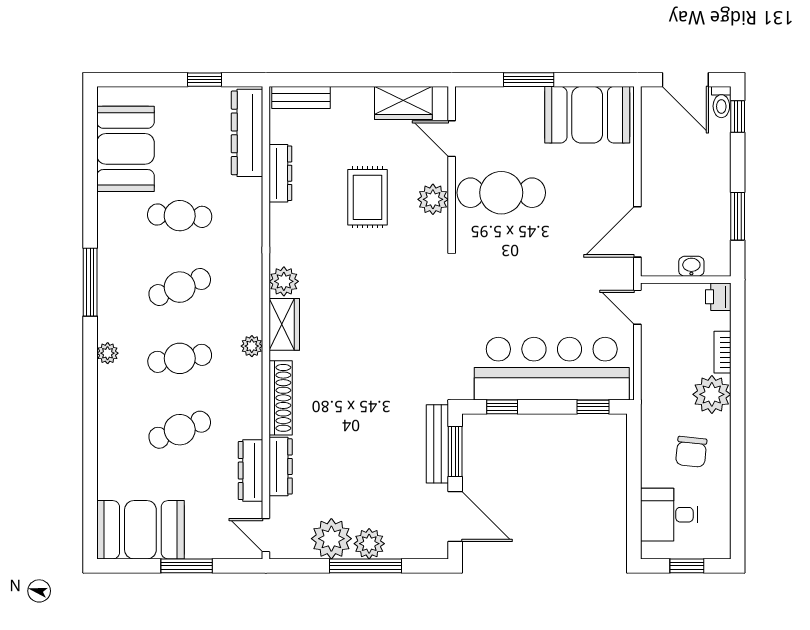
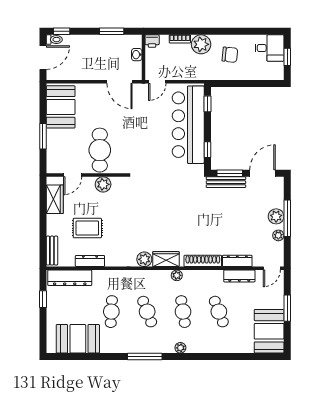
rug: (367, 197) -> (87, 228), moved
desk: (669, 515) -> (269, 48), moved, turned -90
plant: (331, 539) -> (278, 235), width x0.53, depth x0.53

